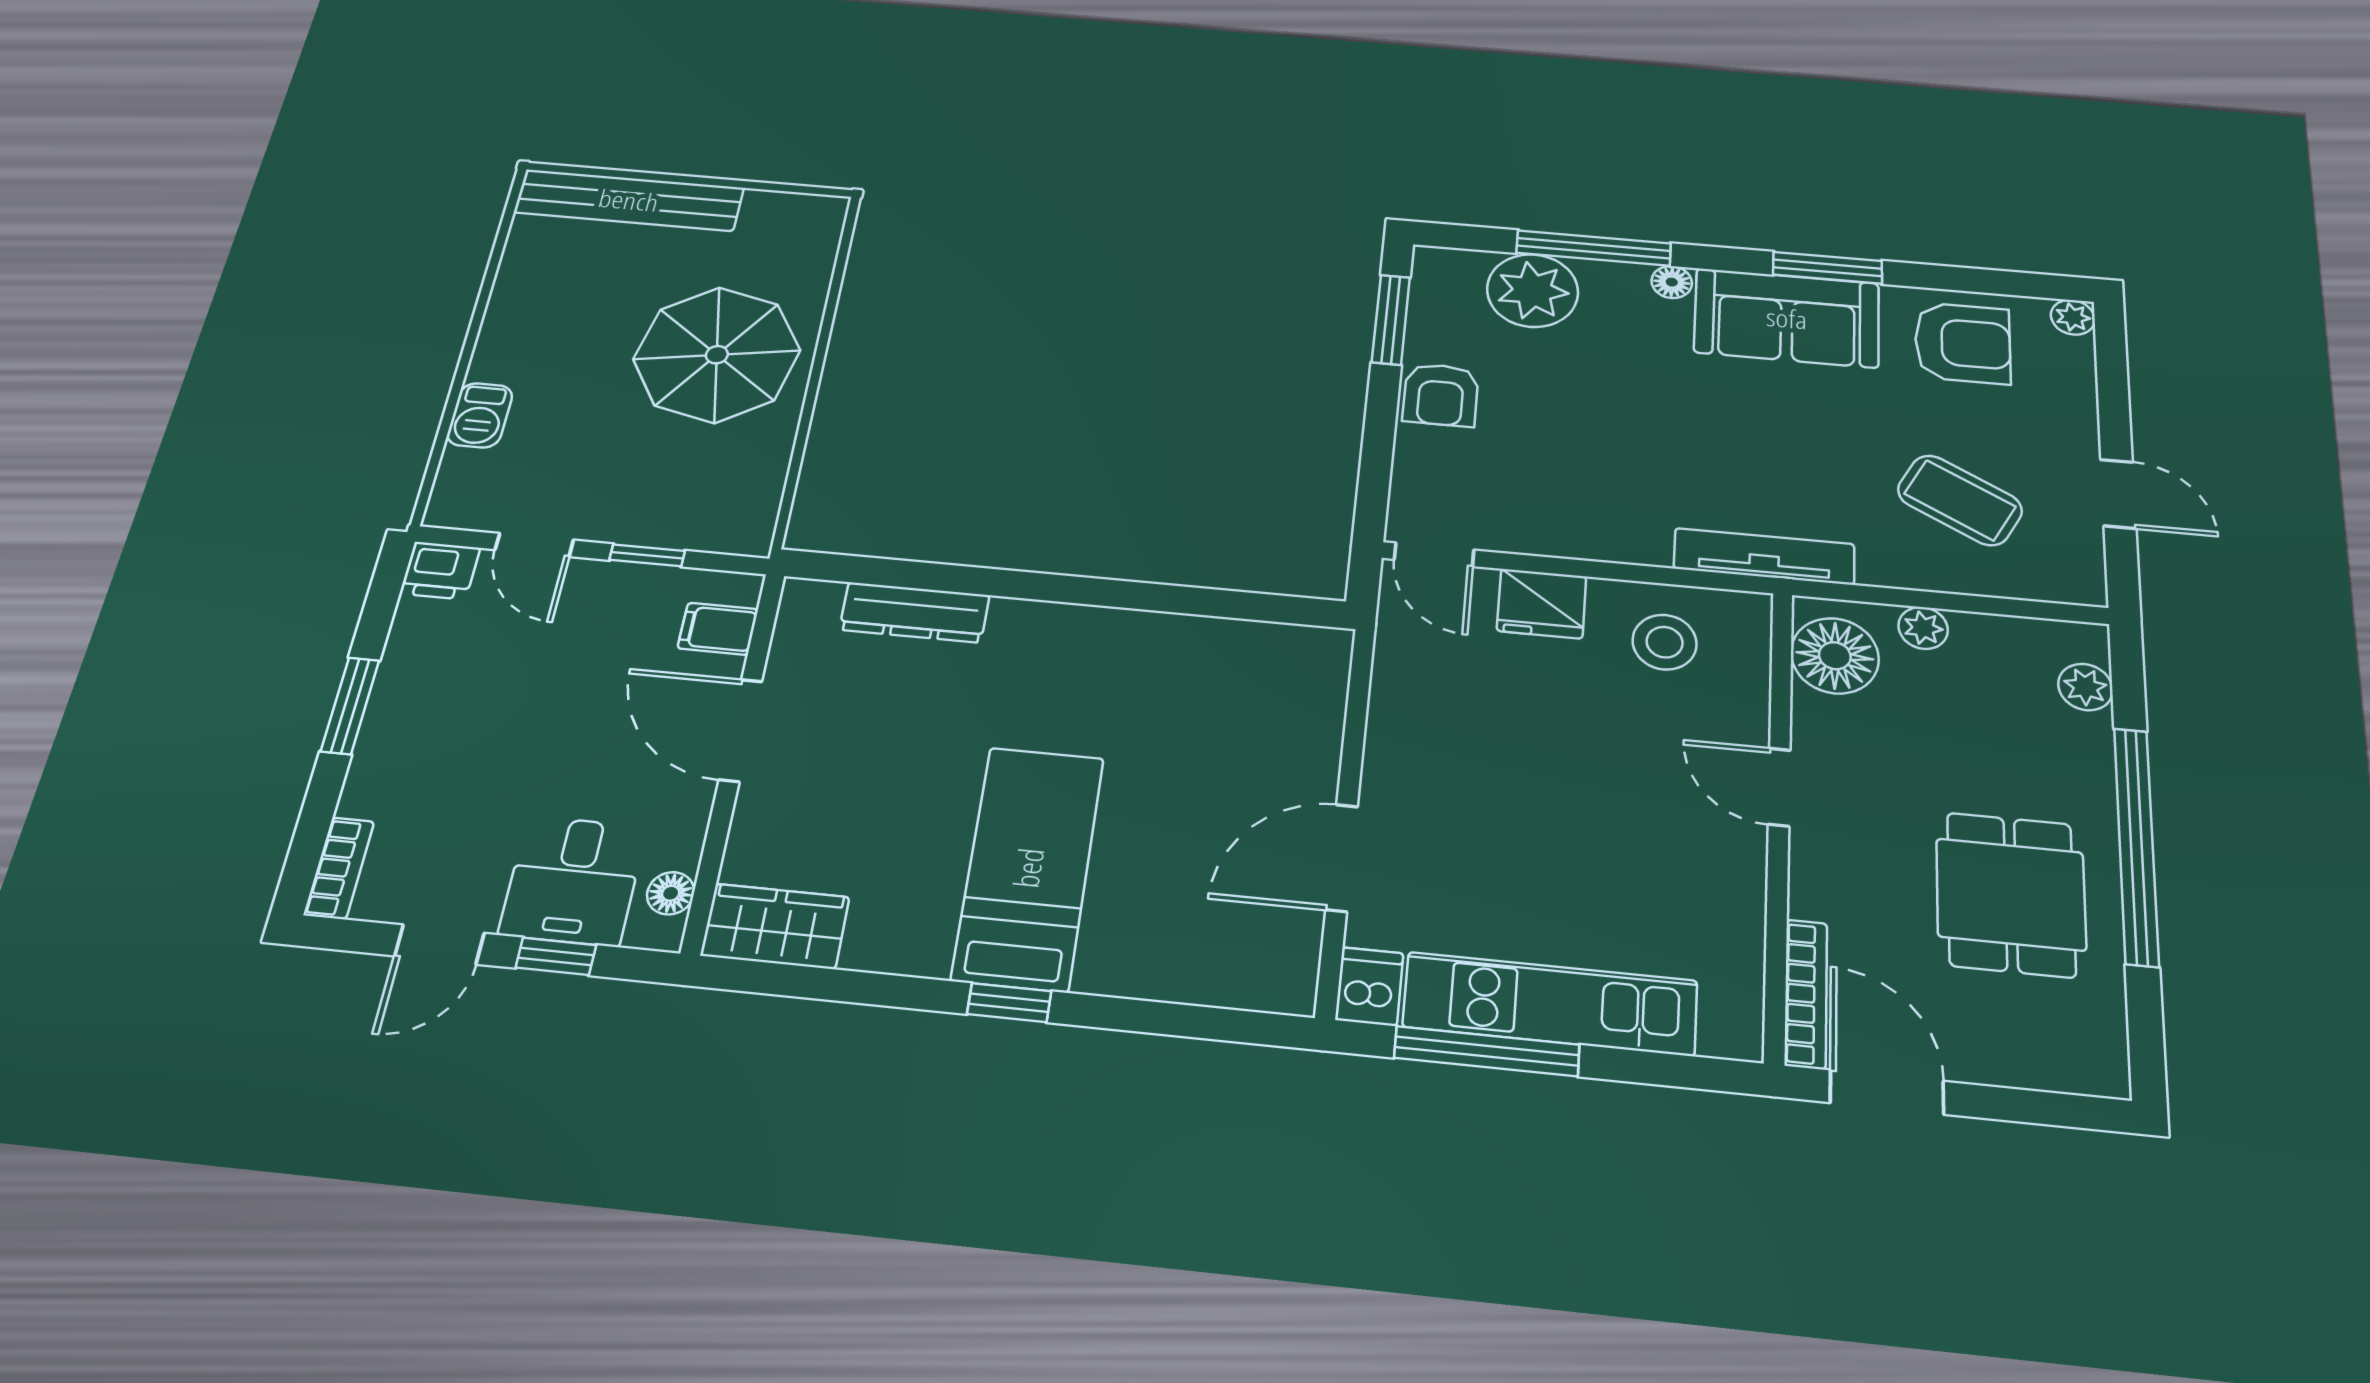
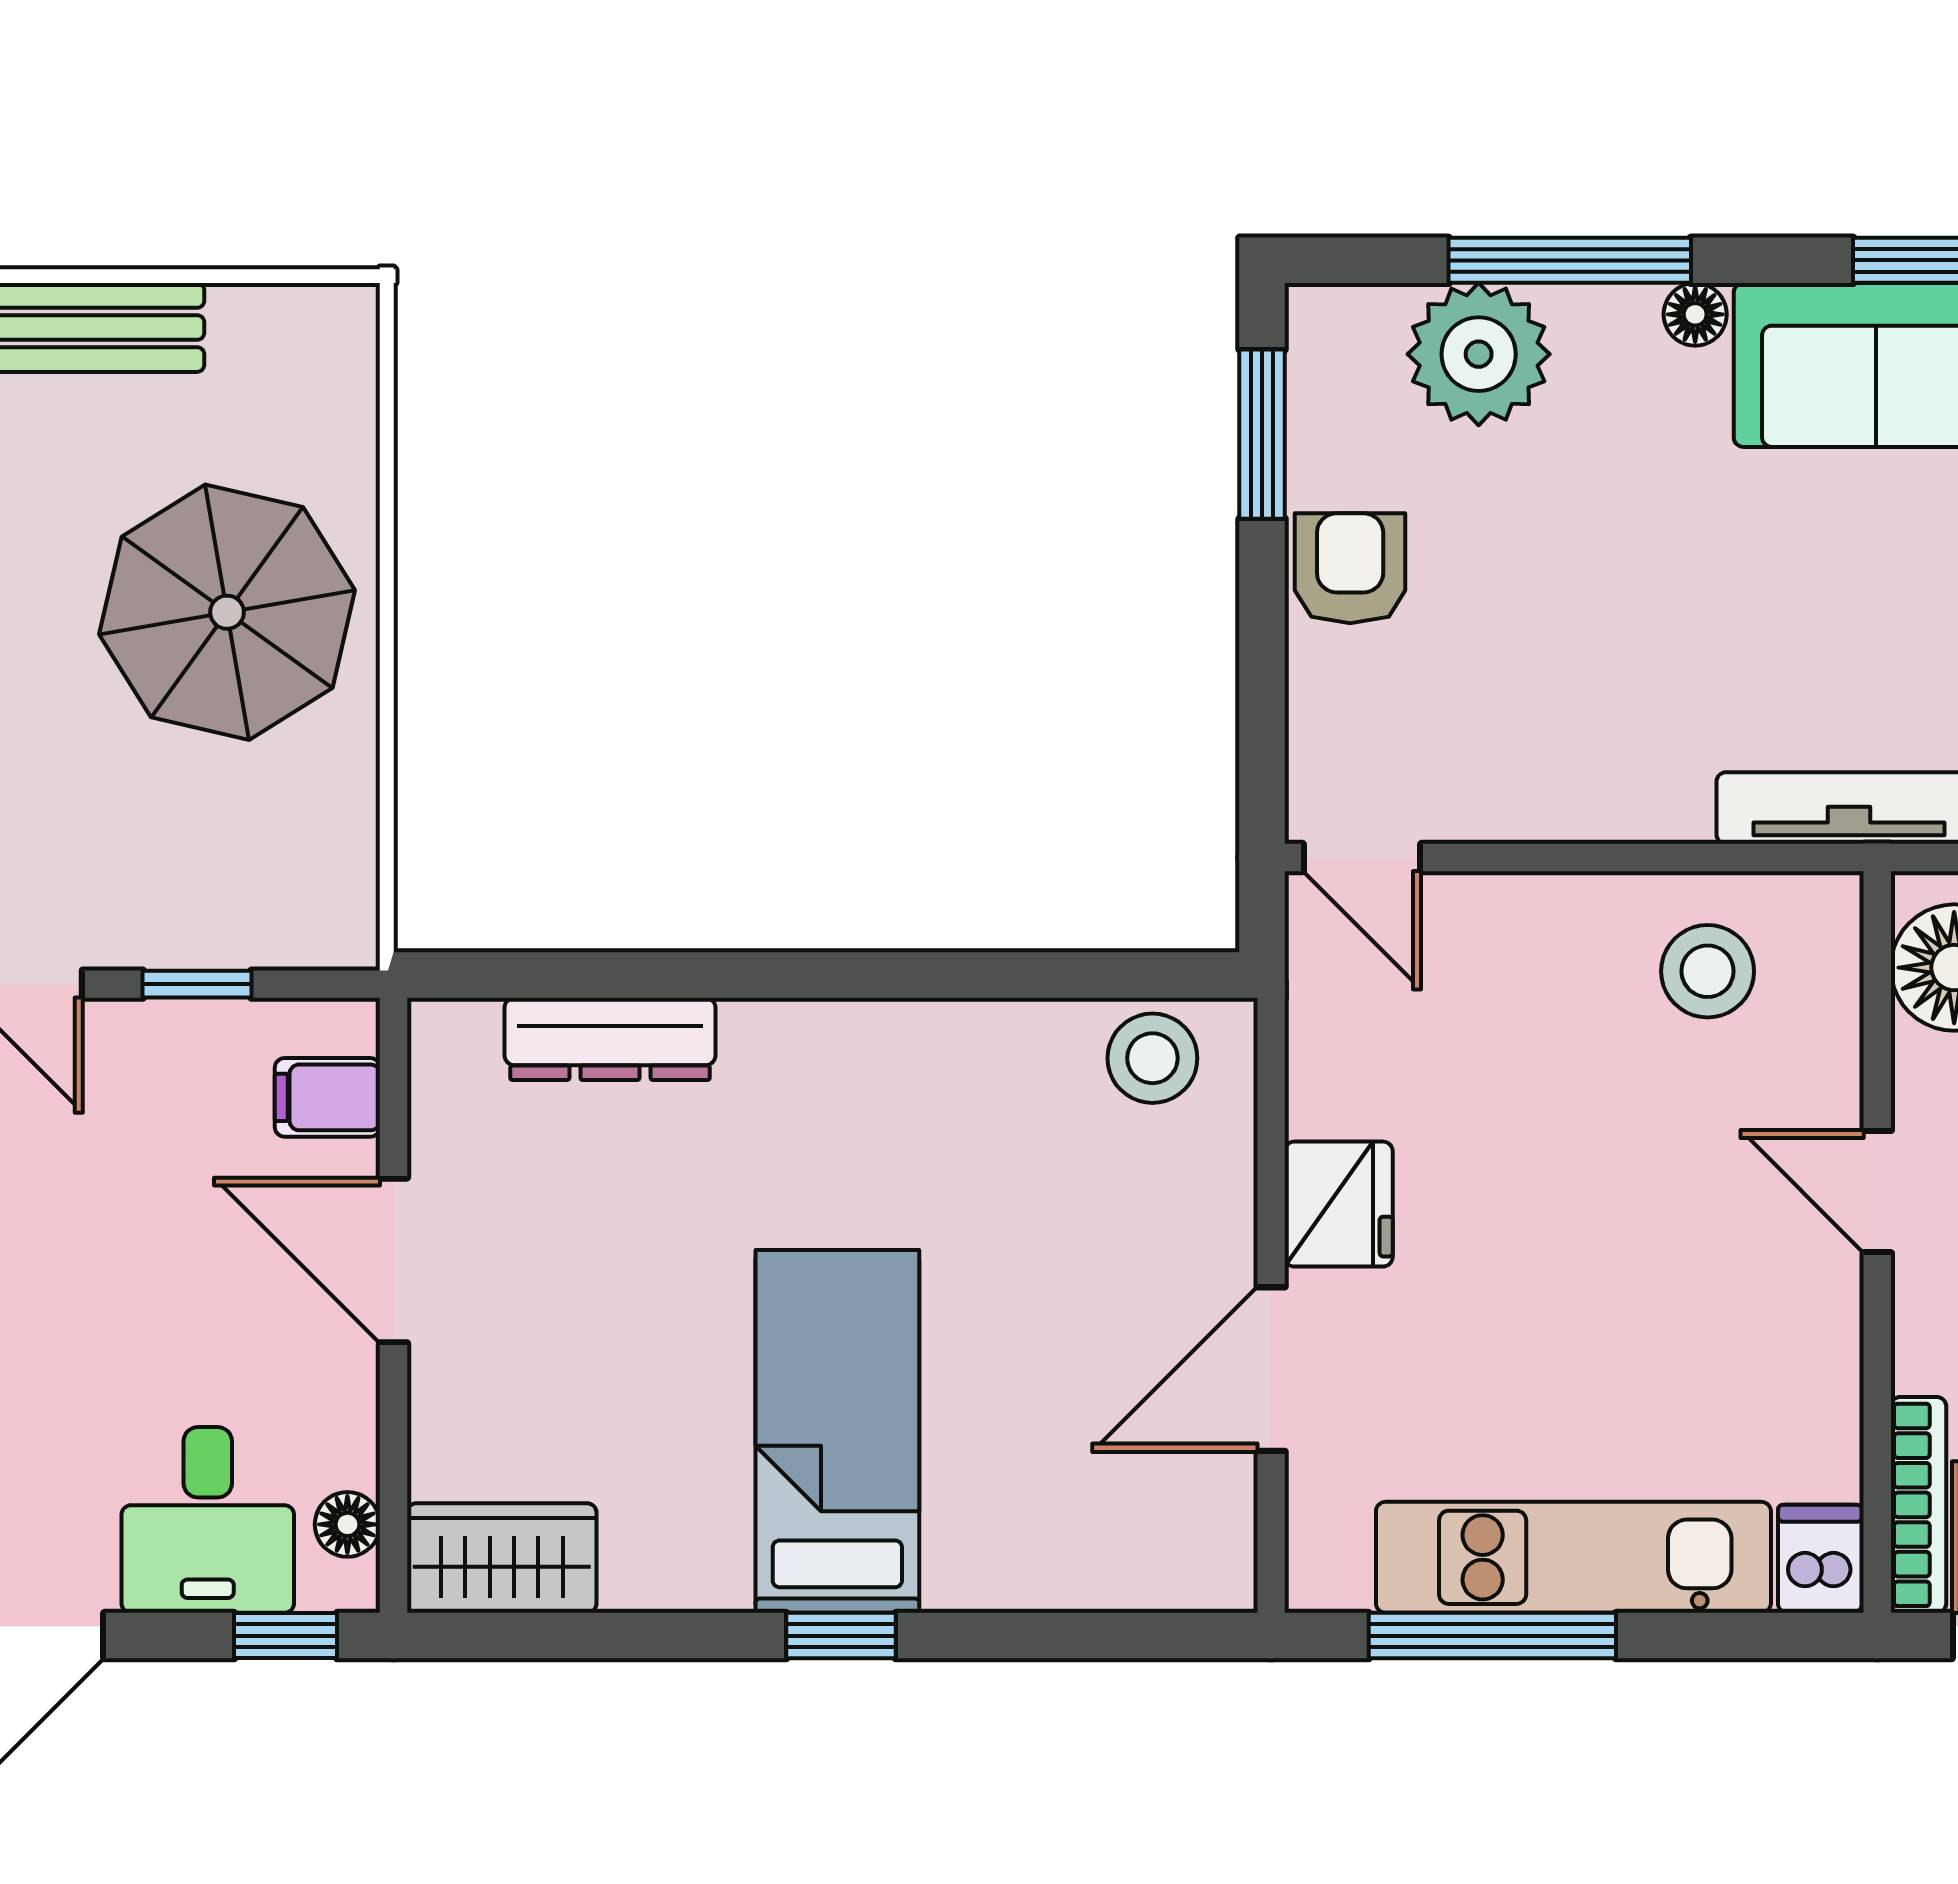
armchair: (1441, 395) -> (1350, 568), turned 180
fridge: (1542, 604) -> (1339, 1204), moved, turned -90
stool: (1280, 658) -> (1152, 1058), added
window: (556, 956) -> (286, 1636), moved
dishwasher: (1369, 987) -> (1820, 1559), moved

